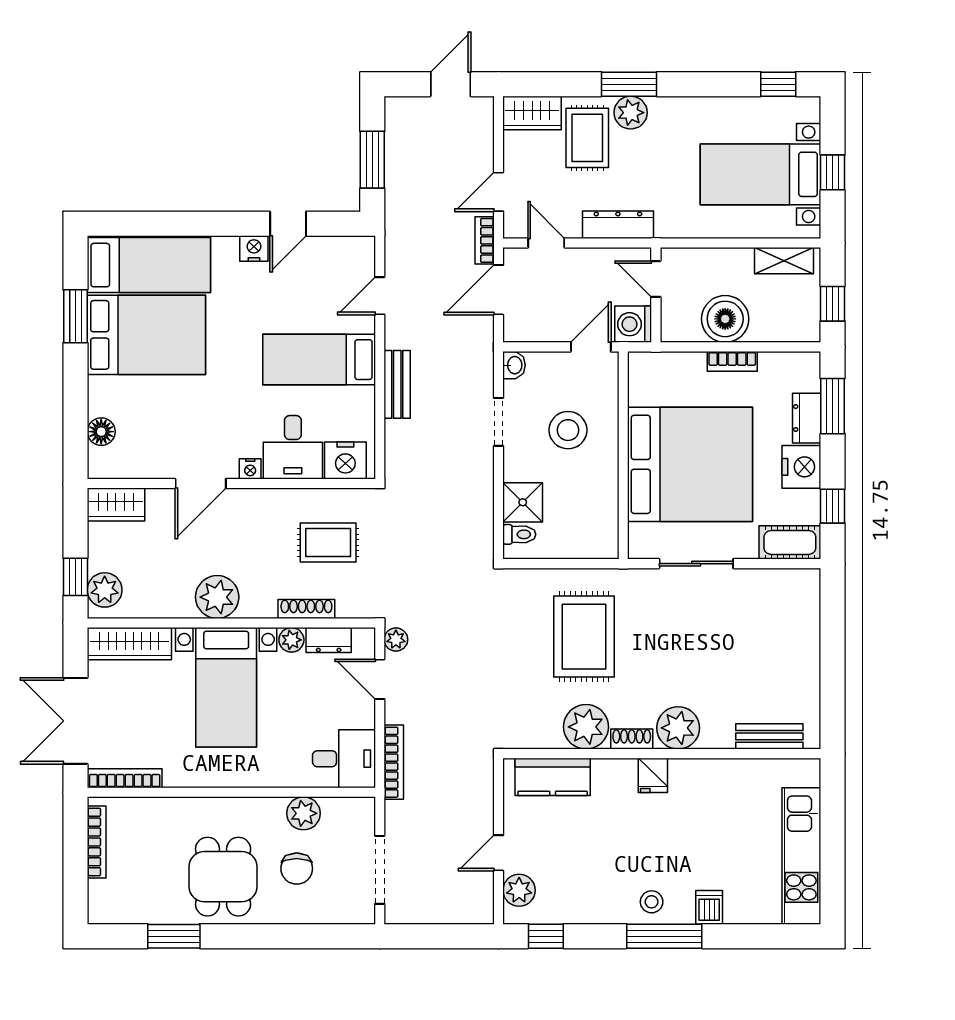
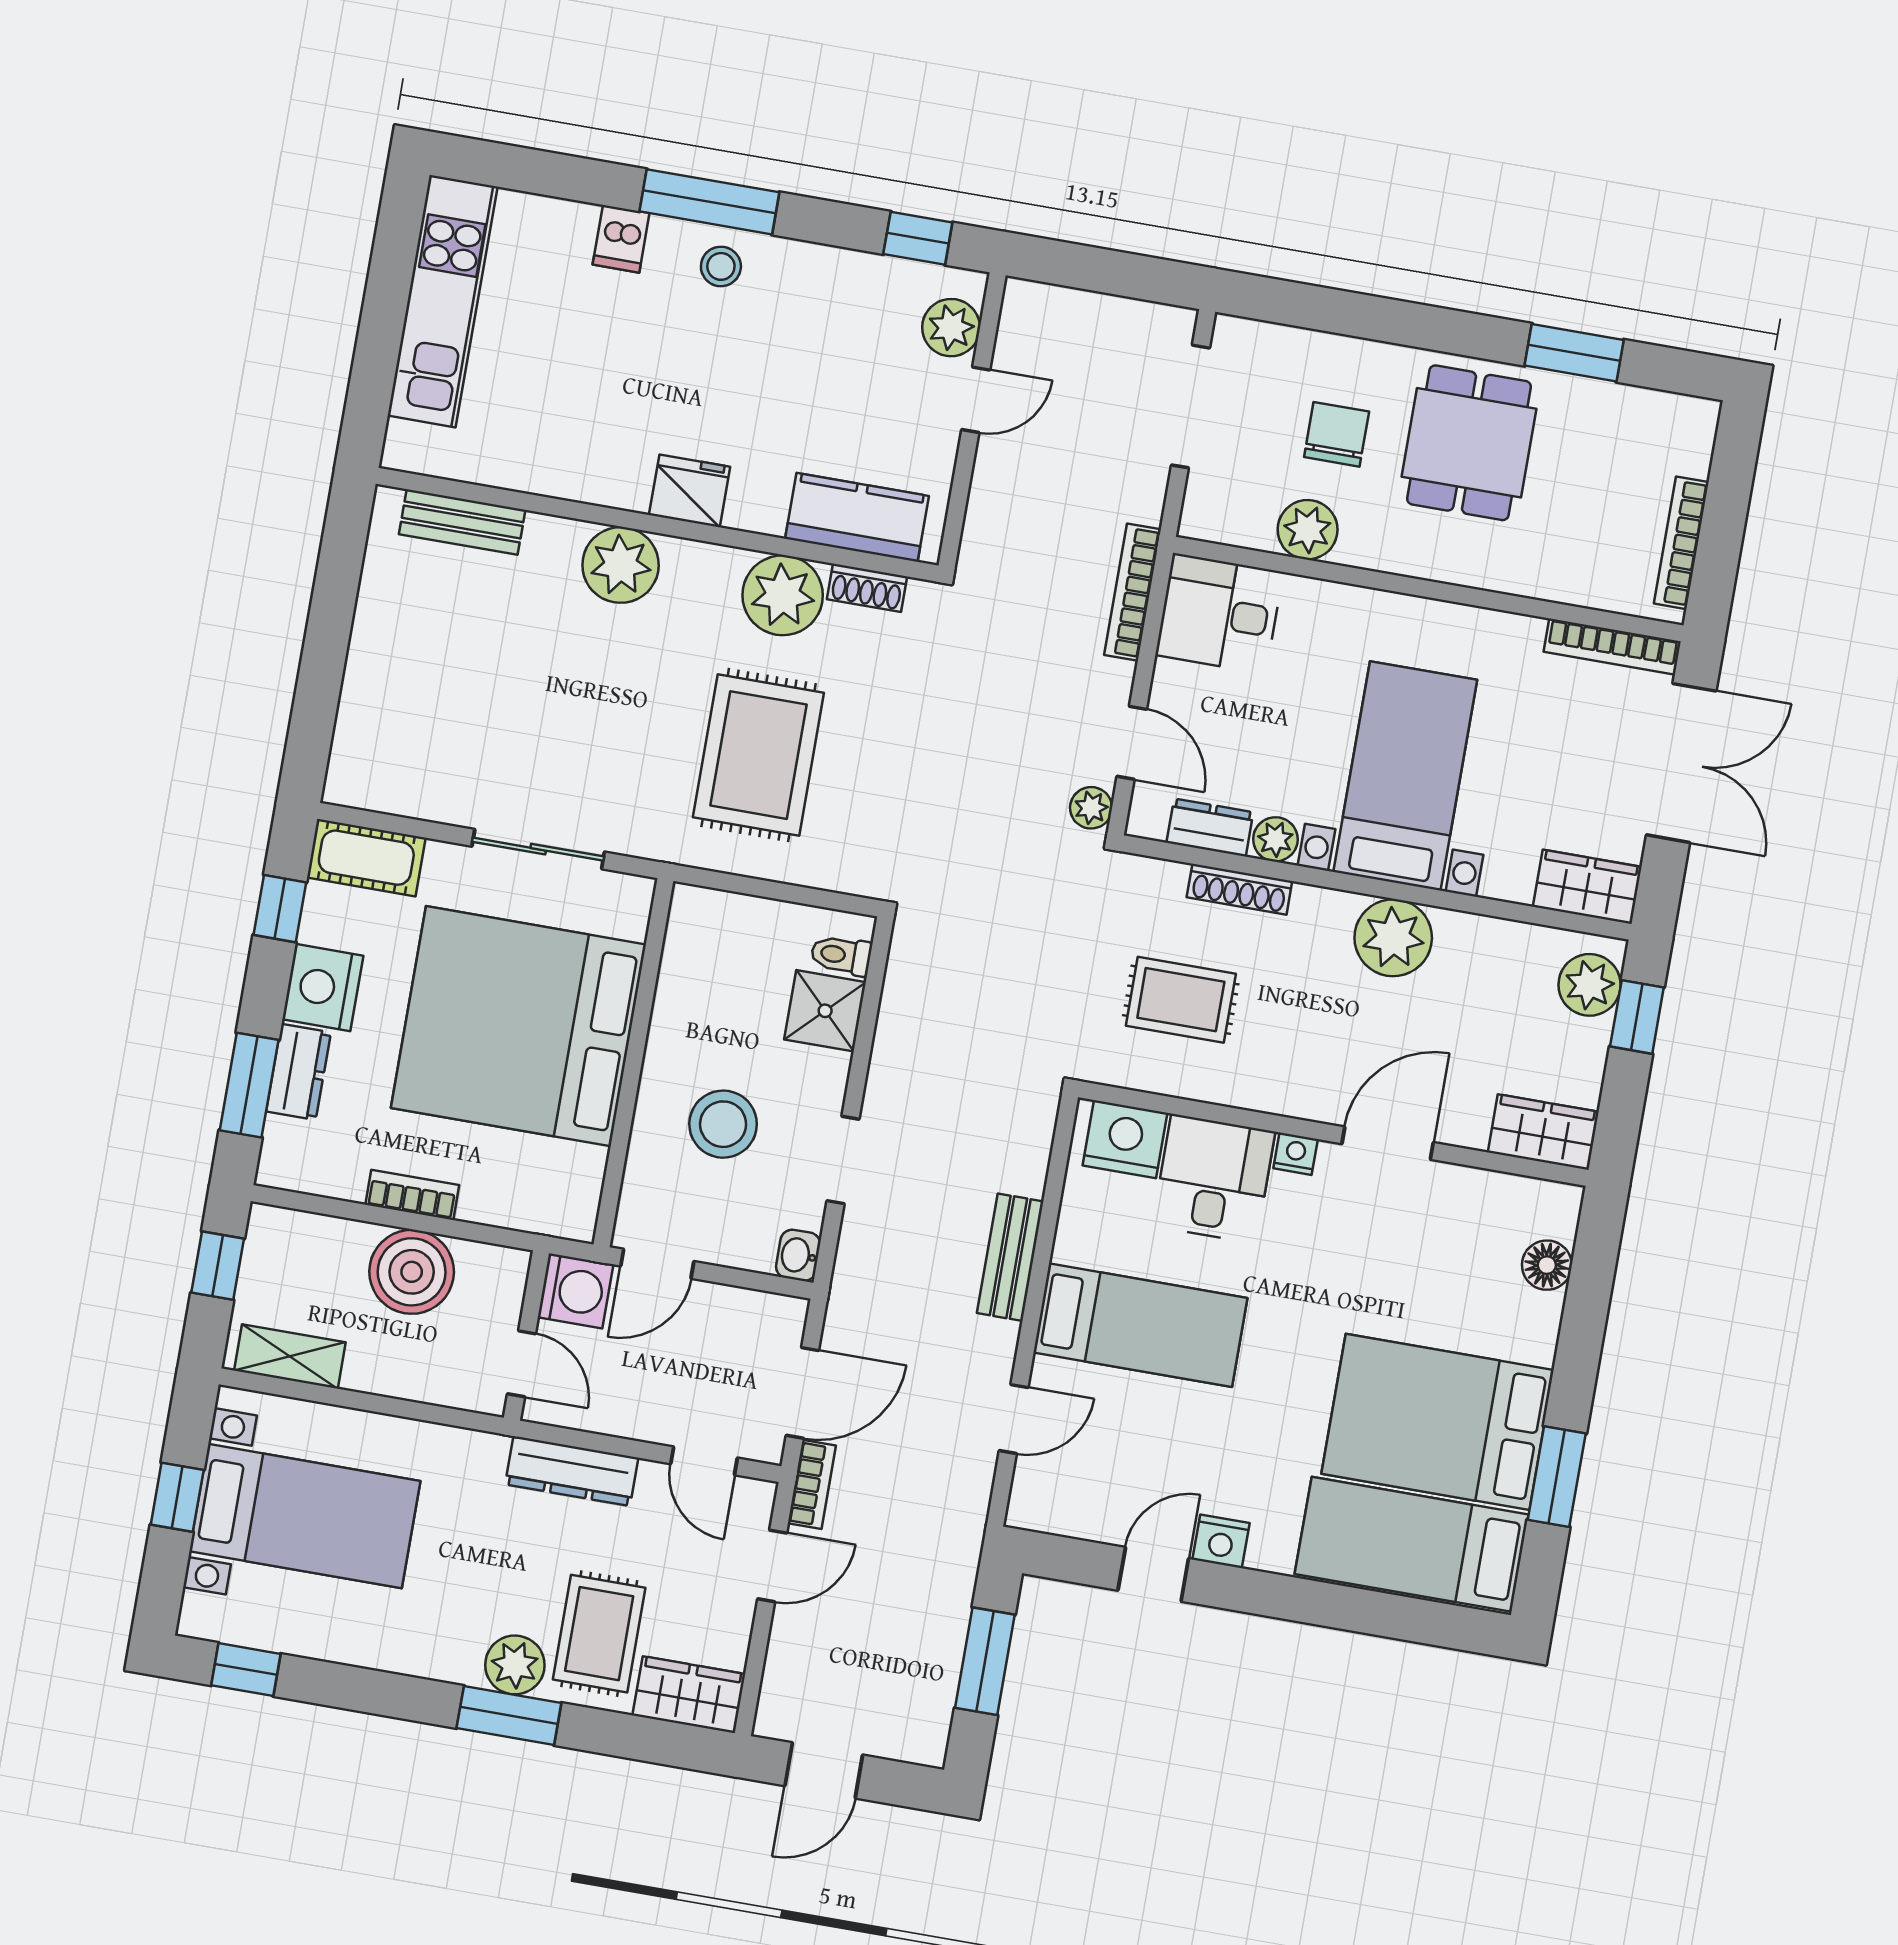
wardrobe: (129, 644) -> (1587, 887), width x0.67
shoe rack: (632, 739) -> (867, 588), moved
fridge: (653, 775) -> (690, 491), width x1.38

